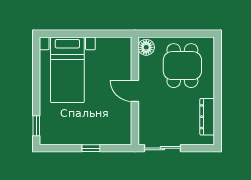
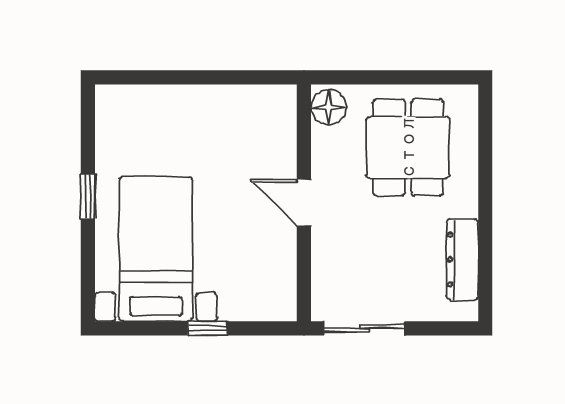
bed with nightstands: (67, 70) -> (156, 249), moved, turned 180
window: (36, 126) -> (88, 196), moved

